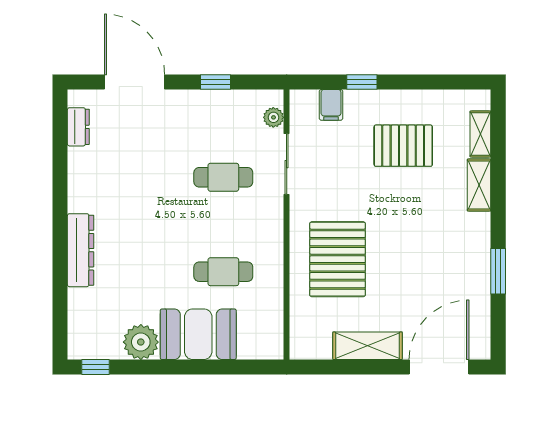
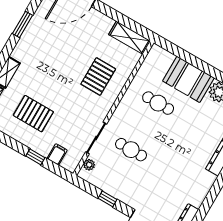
pallet: (338, 259) -> (98, 76), width x0.73, depth x0.71
shelving: (368, 346) -> (130, 38), moved

